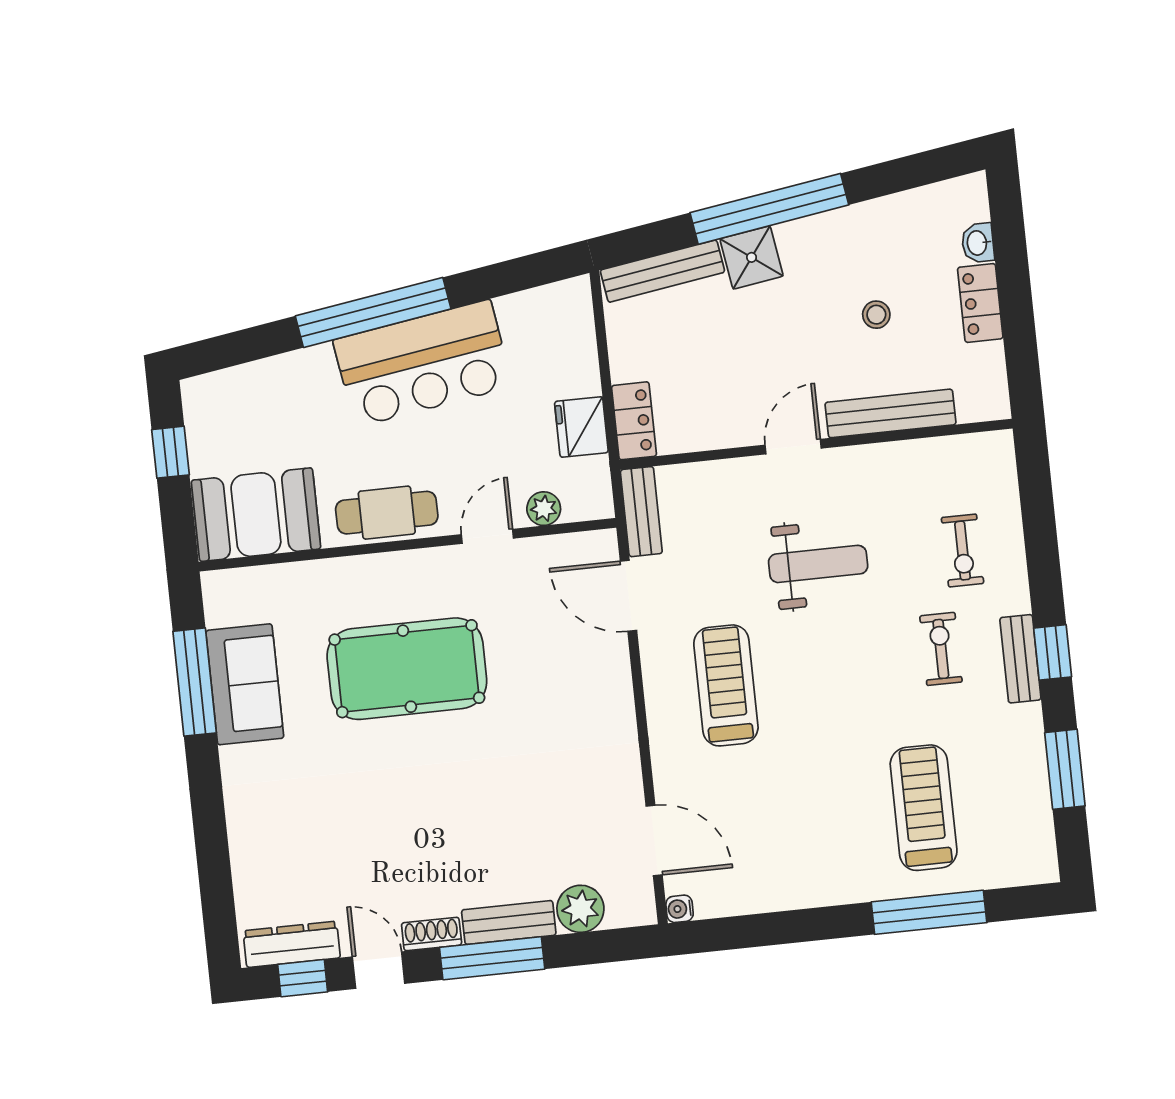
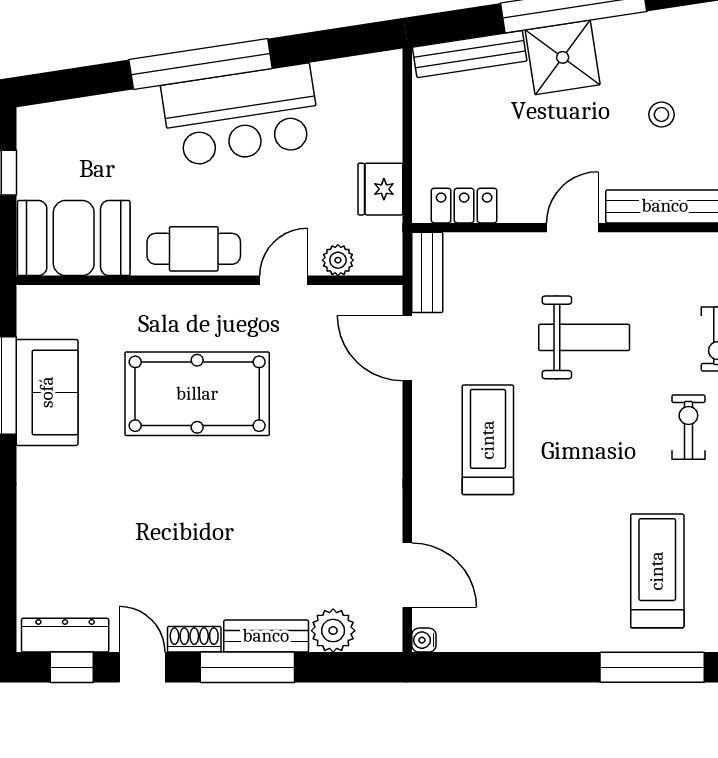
shower: (752, 257) -> (563, 57), width x1.36, depth x1.36
locker: (634, 421) -> (464, 206), moved, turned -90

